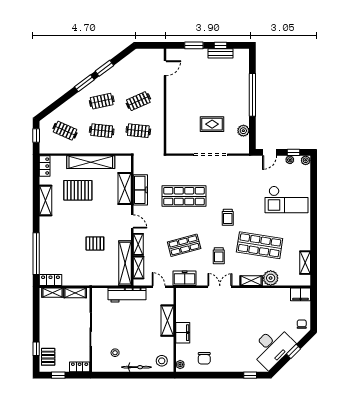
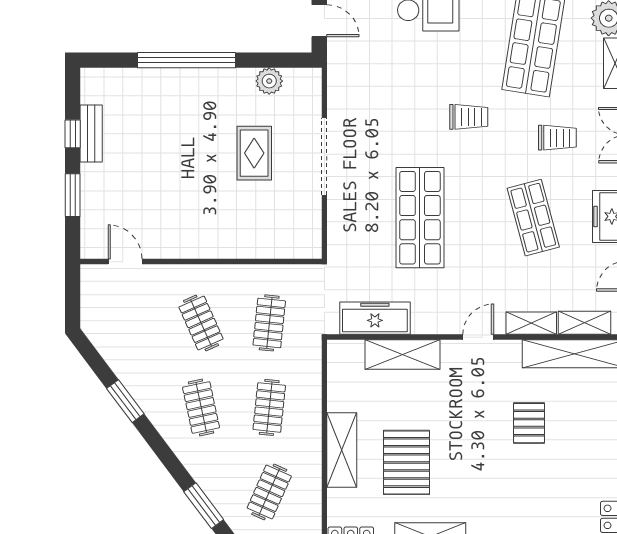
window: (84, 83) -> (204, 506), moved
shelving: (91, 162) -> (342, 450), width x0.68
freezer: (140, 190) -> (375, 318), moved

